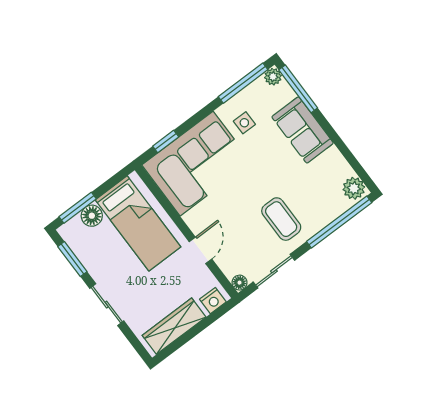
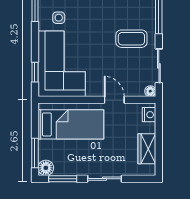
floor lamp: (92, 216) -> (46, 168), moved
wardrobe: (174, 326) -> (147, 149), width x0.67

